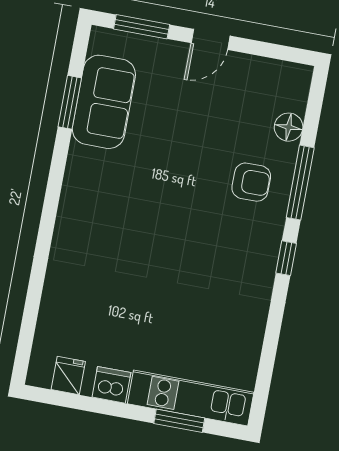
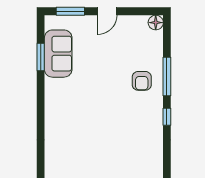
floor lamp: (289, 127) -> (156, 23), moved
armchair: (251, 182) -> (142, 81), turned 90

